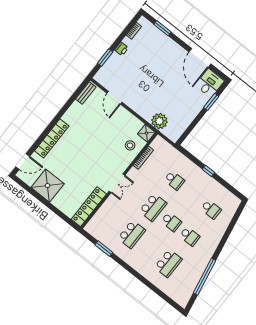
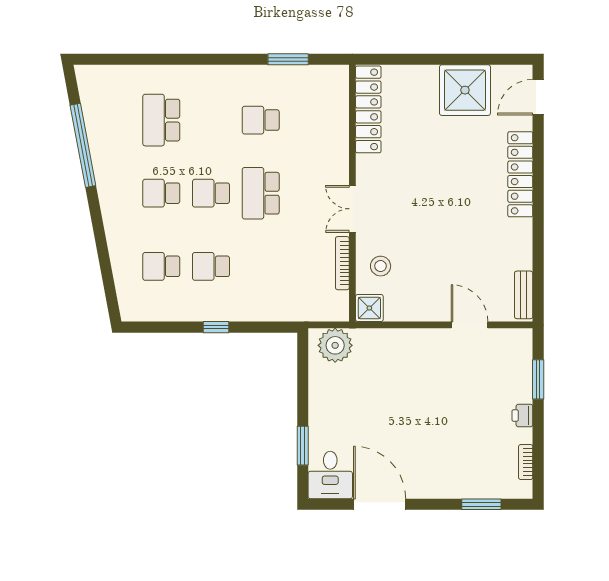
plant: (159, 121) -> (335, 345), moved
school desk: (174, 180) -> (211, 266), moved
double door: (117, 183) -> (352, 209), moved
school desk: (132, 234) -> (261, 120), width x0.54

